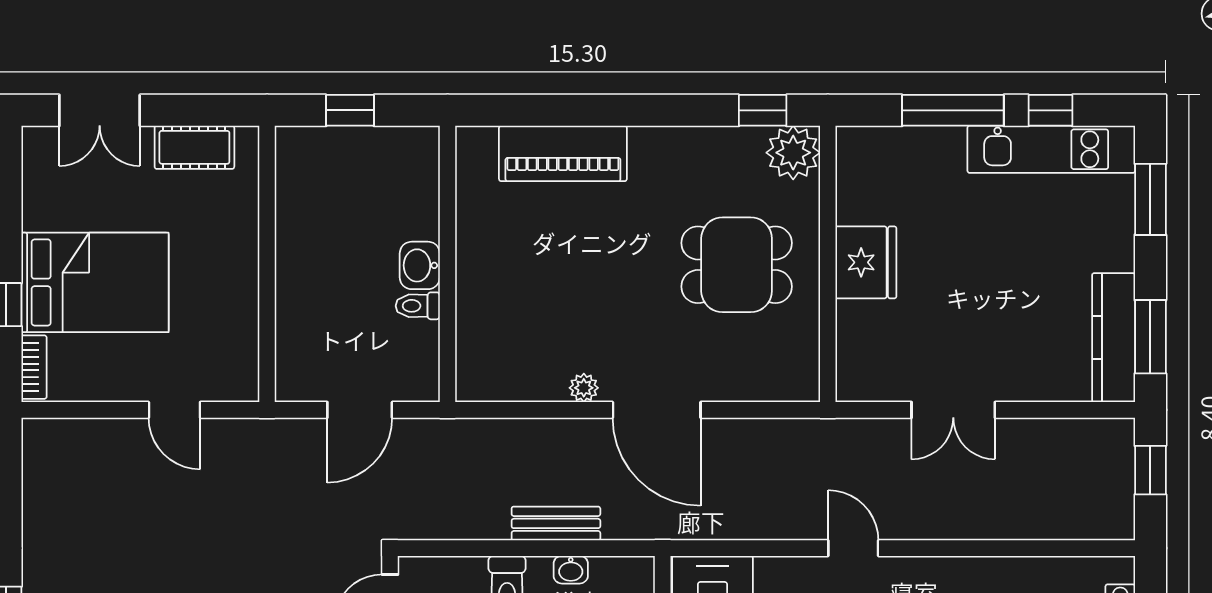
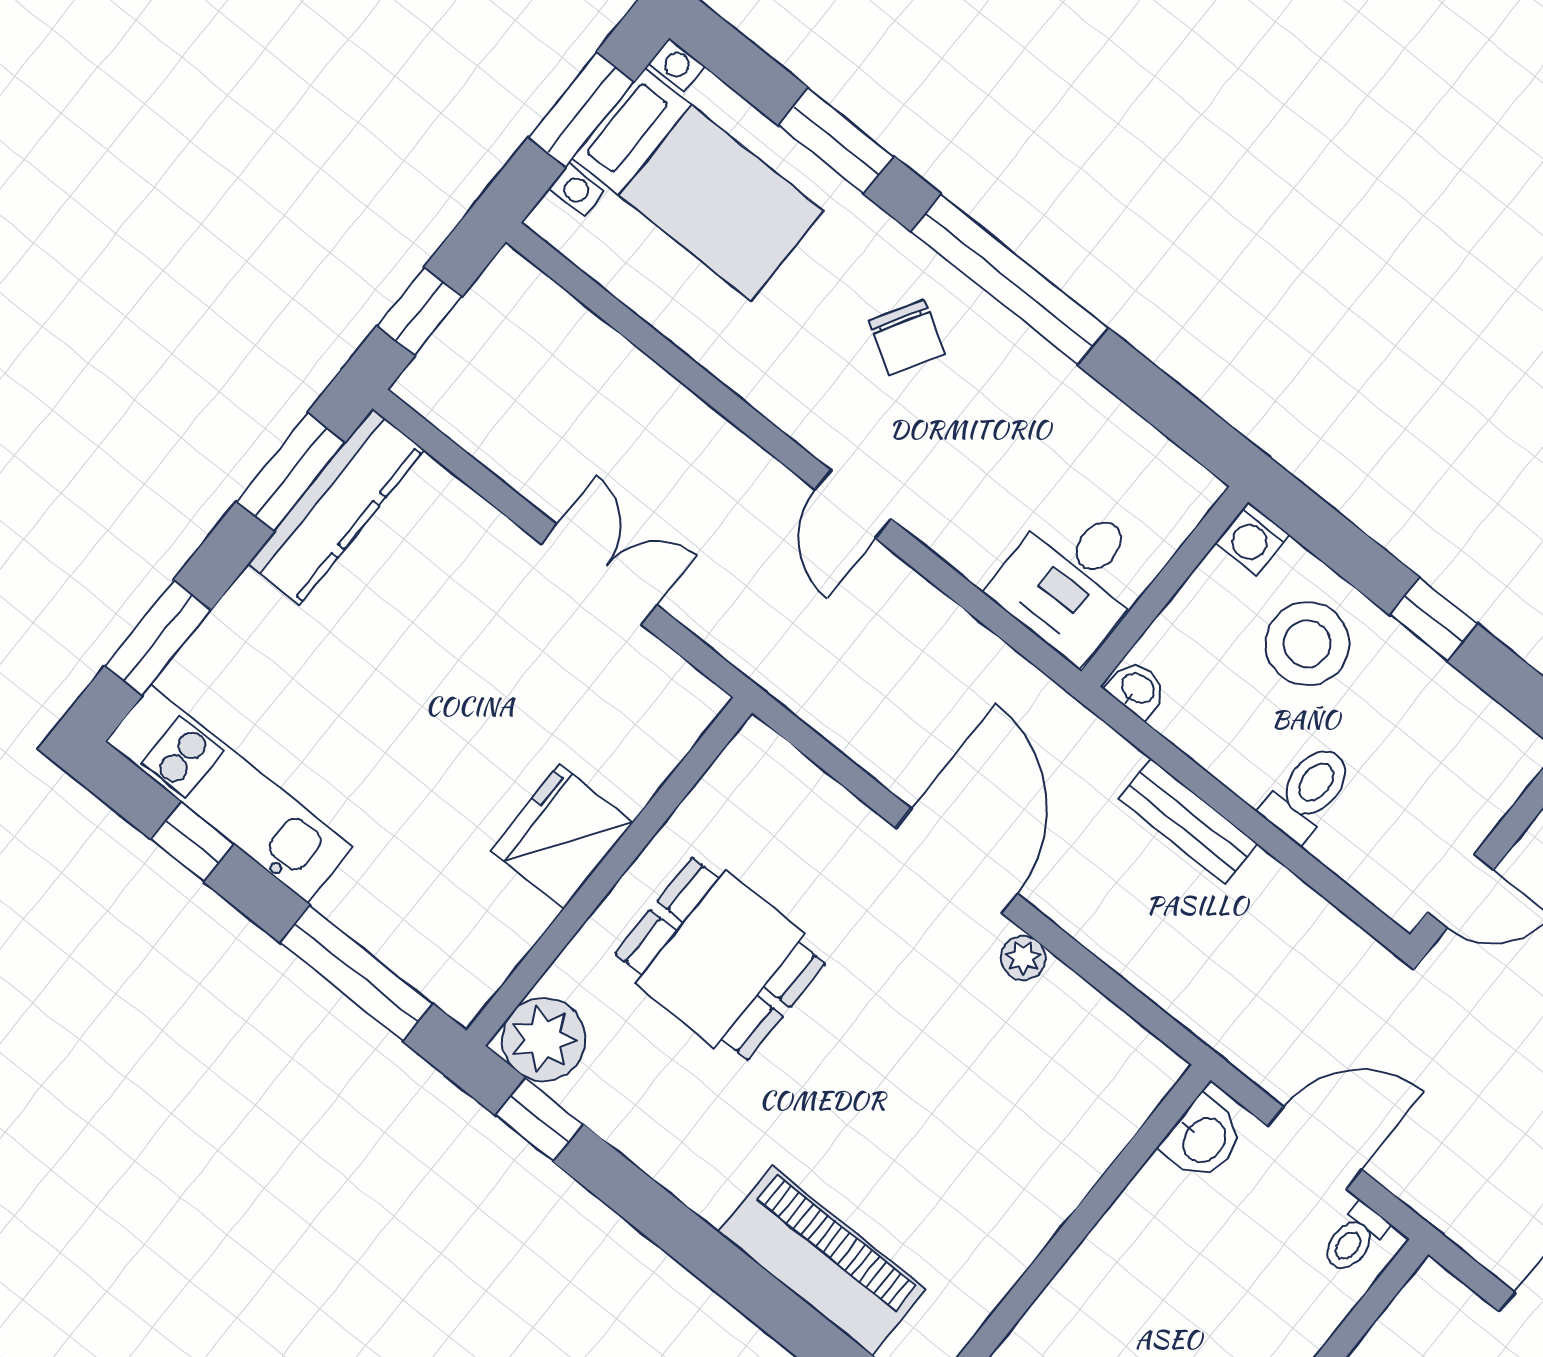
window: (953, 110) -> (356, 973), moved
washbasin: (420, 265) -> (1203, 1139), moved
toilet: (418, 306) -> (1354, 1238), moved, turned 90
washbasin: (571, 570) -> (1137, 689), moved

